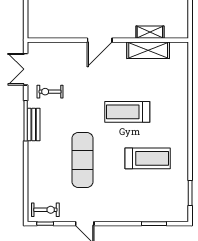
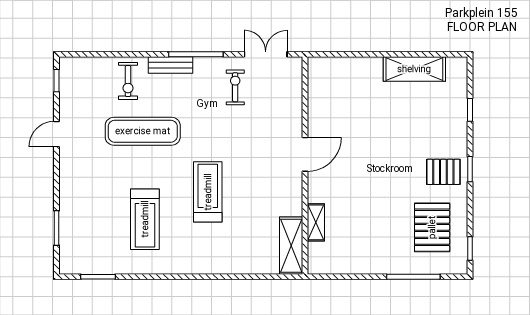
door: (100, 40) -> (305, 154), swing flipped
shelving: (148, 50) -> (291, 246), moved
bench: (34, 124) -> (171, 65), moved
exercise bike: (45, 210) -> (128, 81), moved

